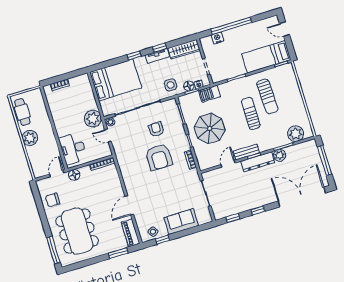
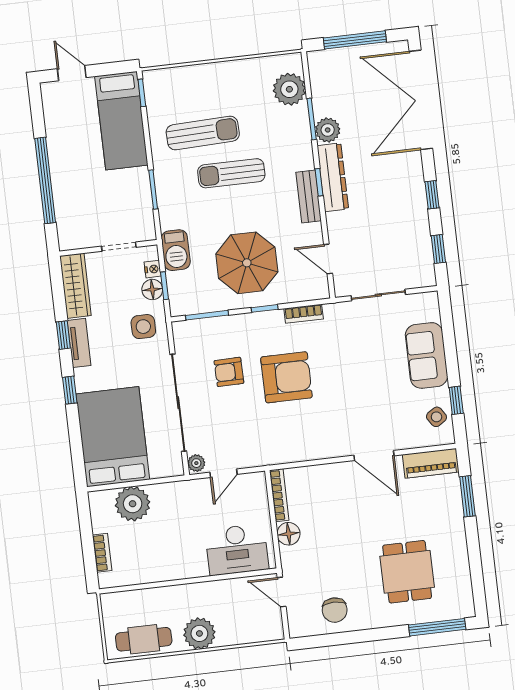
door: (284, 29) -> (72, 73), swing flipped
nightstand: (217, 38) -> (65, 214), removed
plant: (93, 119) -> (133, 504), moved
door: (228, 164) -> (328, 259), moved
floor lamp: (74, 175) -> (289, 534), moved
dining table: (77, 231) -> (407, 572), width x0.53, depth x0.80

